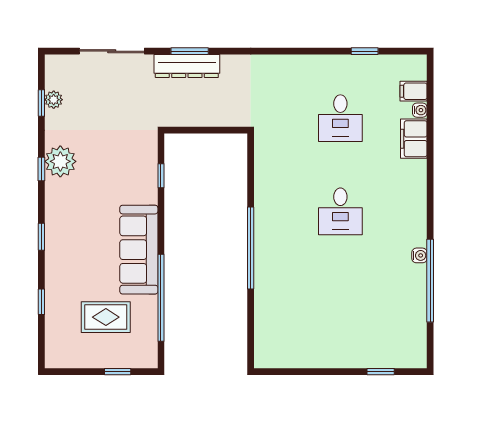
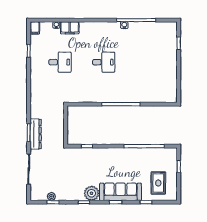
filing cabinet: (414, 91) -> (35, 28), moved
plant: (60, 161) -> (91, 193), moved
sofa: (139, 250) -> (121, 192), moved, turned 180
rug: (106, 317) -> (158, 183), moved

